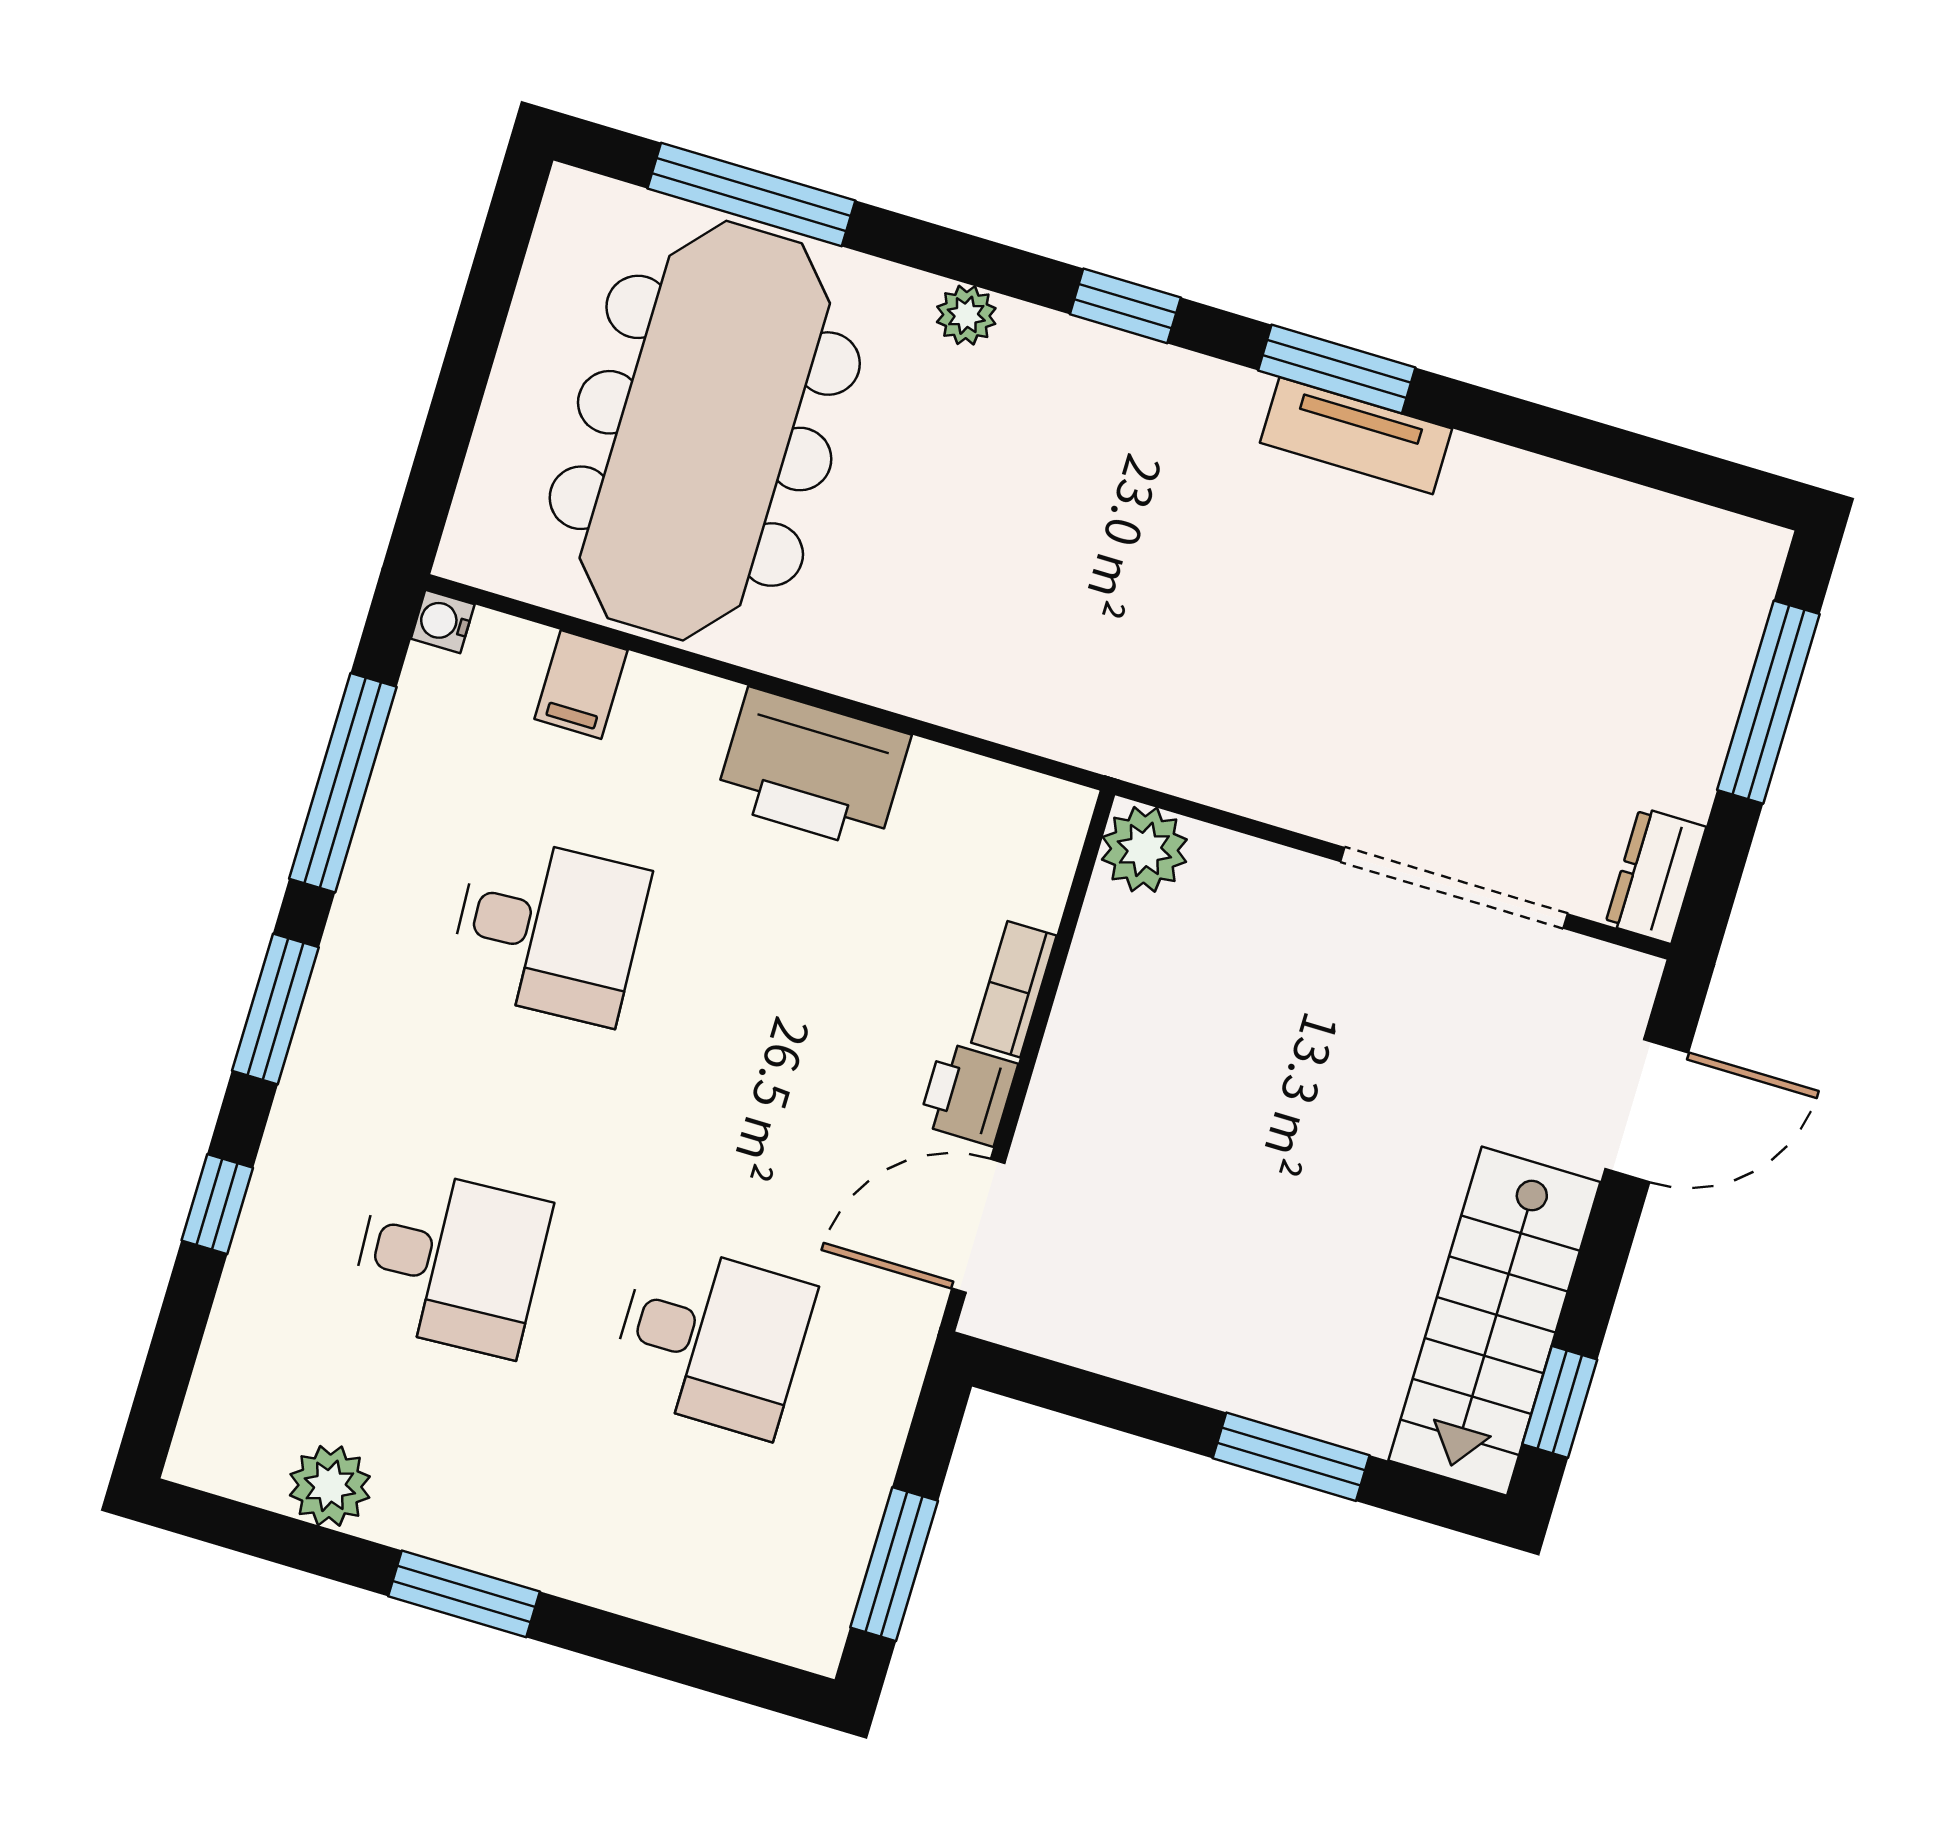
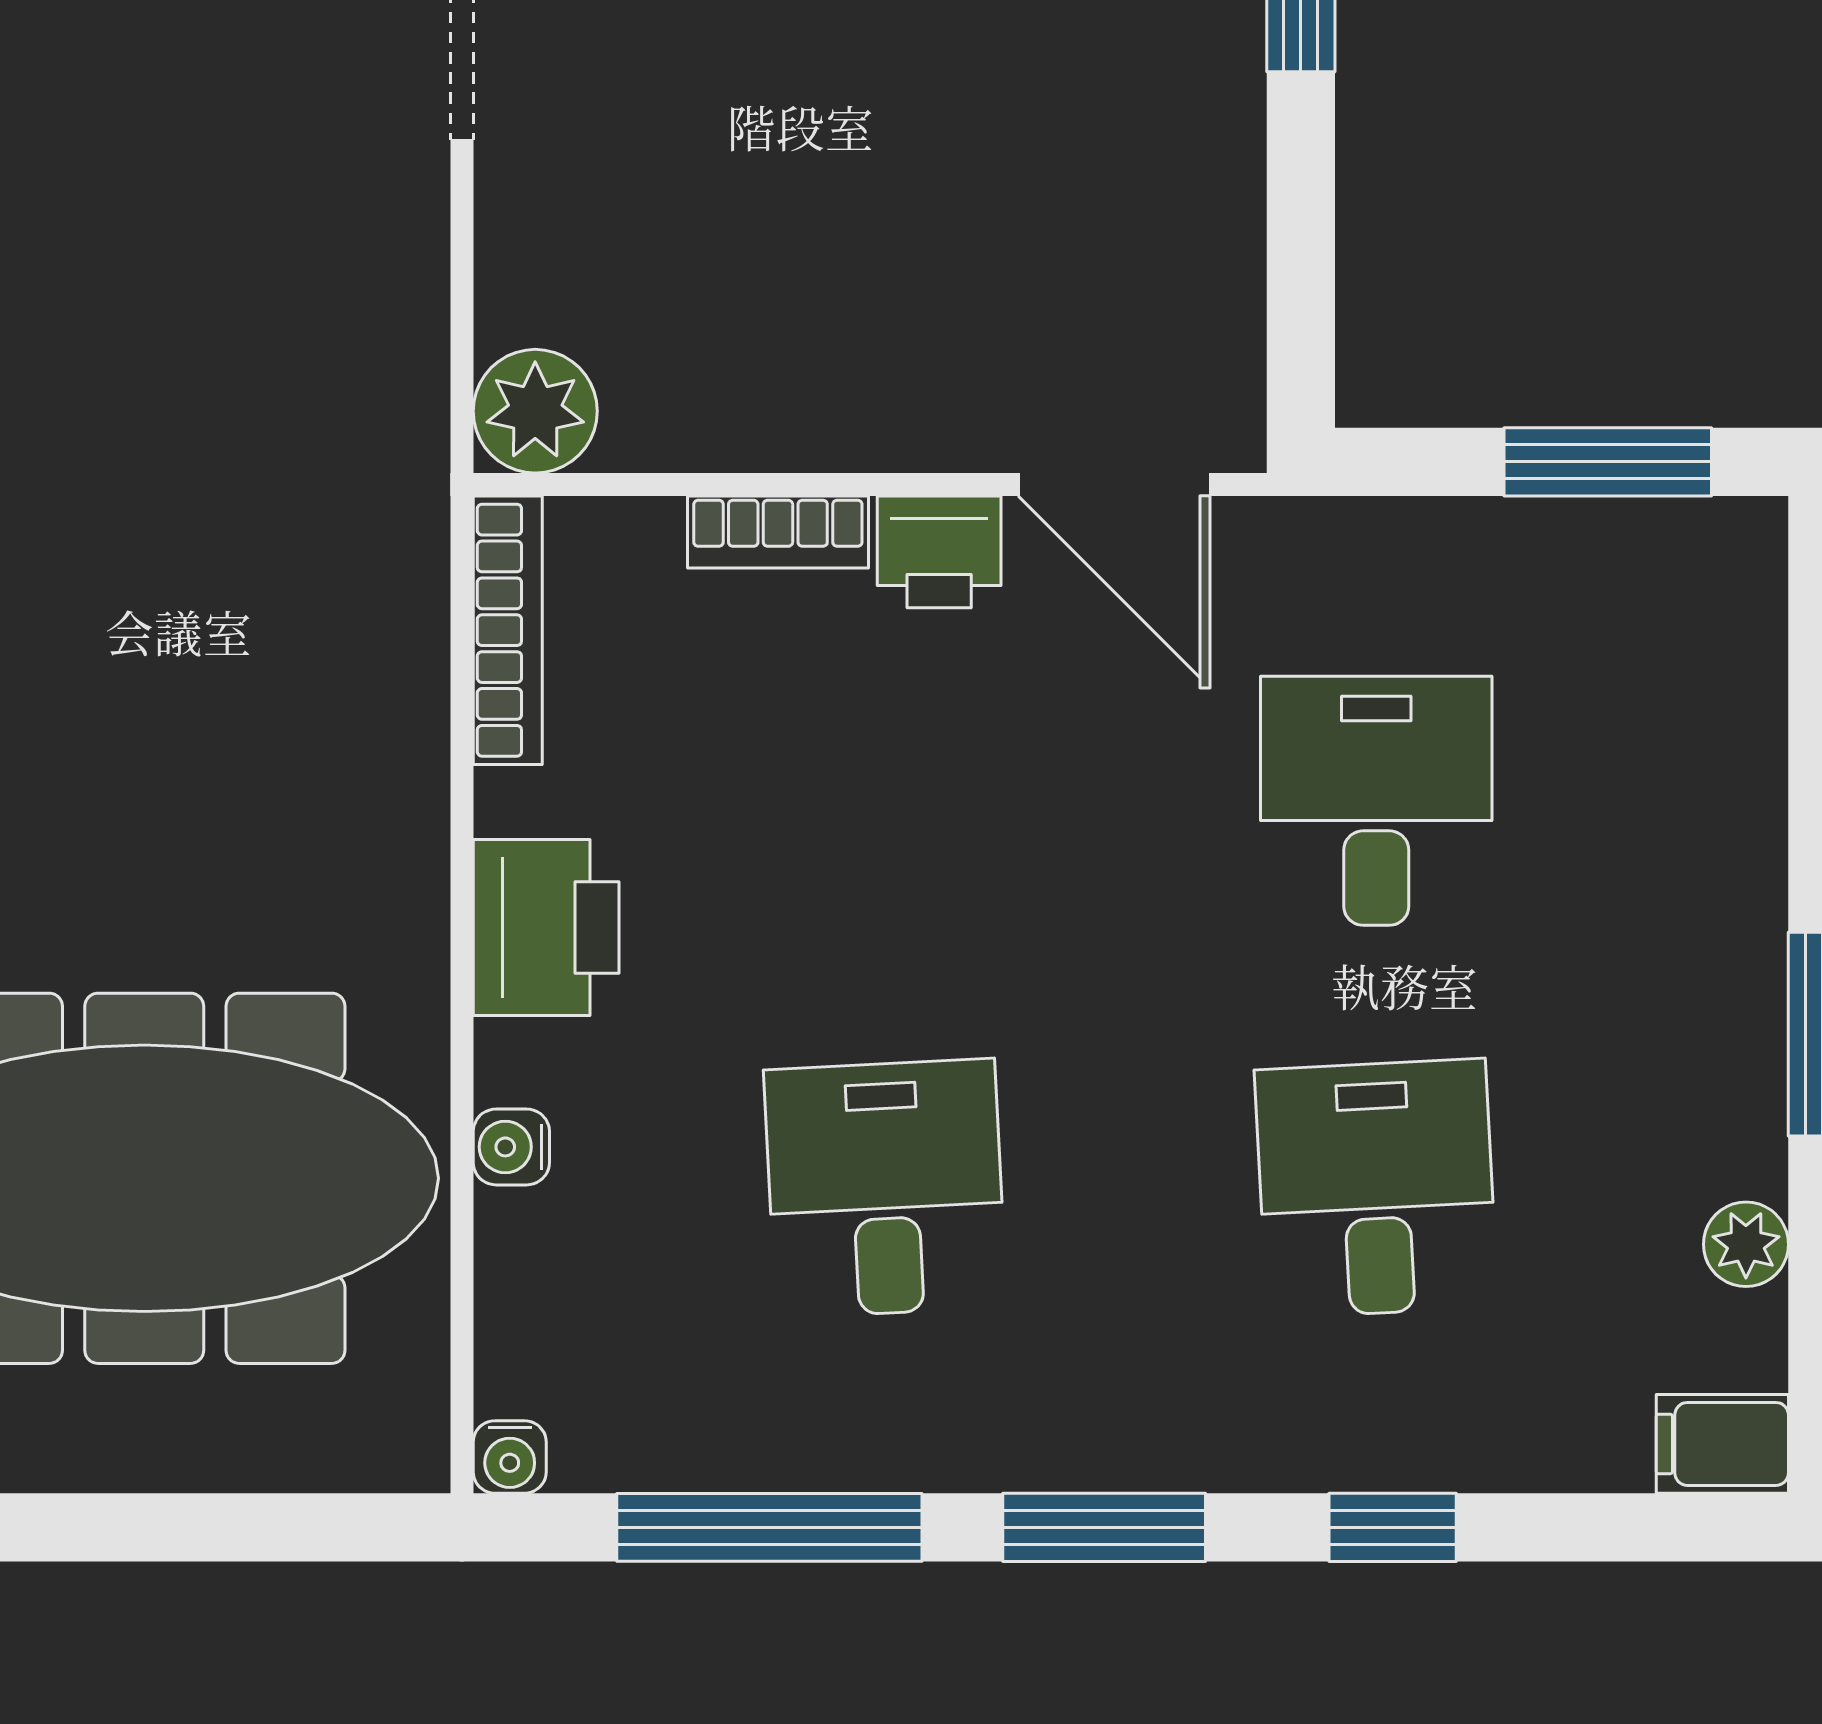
filing cabinet: (581, 684) -> (1722, 1444), moved, turned 180
water cooler: (652, 685) -> (511, 1147), added
printer: (813, 769) -> (546, 928), width x0.73, depth x0.84
bookcase: (1002, 787) -> (508, 630), added
plant: (330, 1486) -> (1746, 1244), width x0.73, depth x0.73

